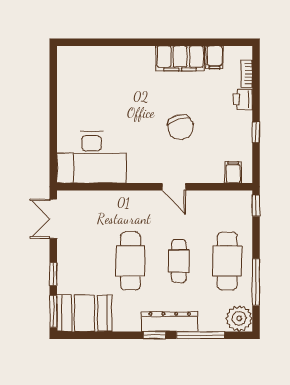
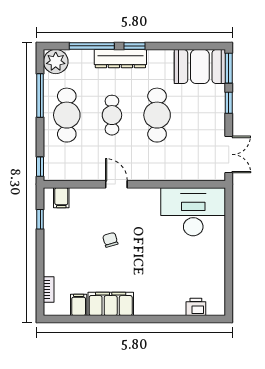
printer: (243, 100) -> (196, 307), moved, turned -90
chair: (181, 127) -> (110, 240), width x0.54, depth x0.54
window: (256, 132) -> (40, 219), moved

